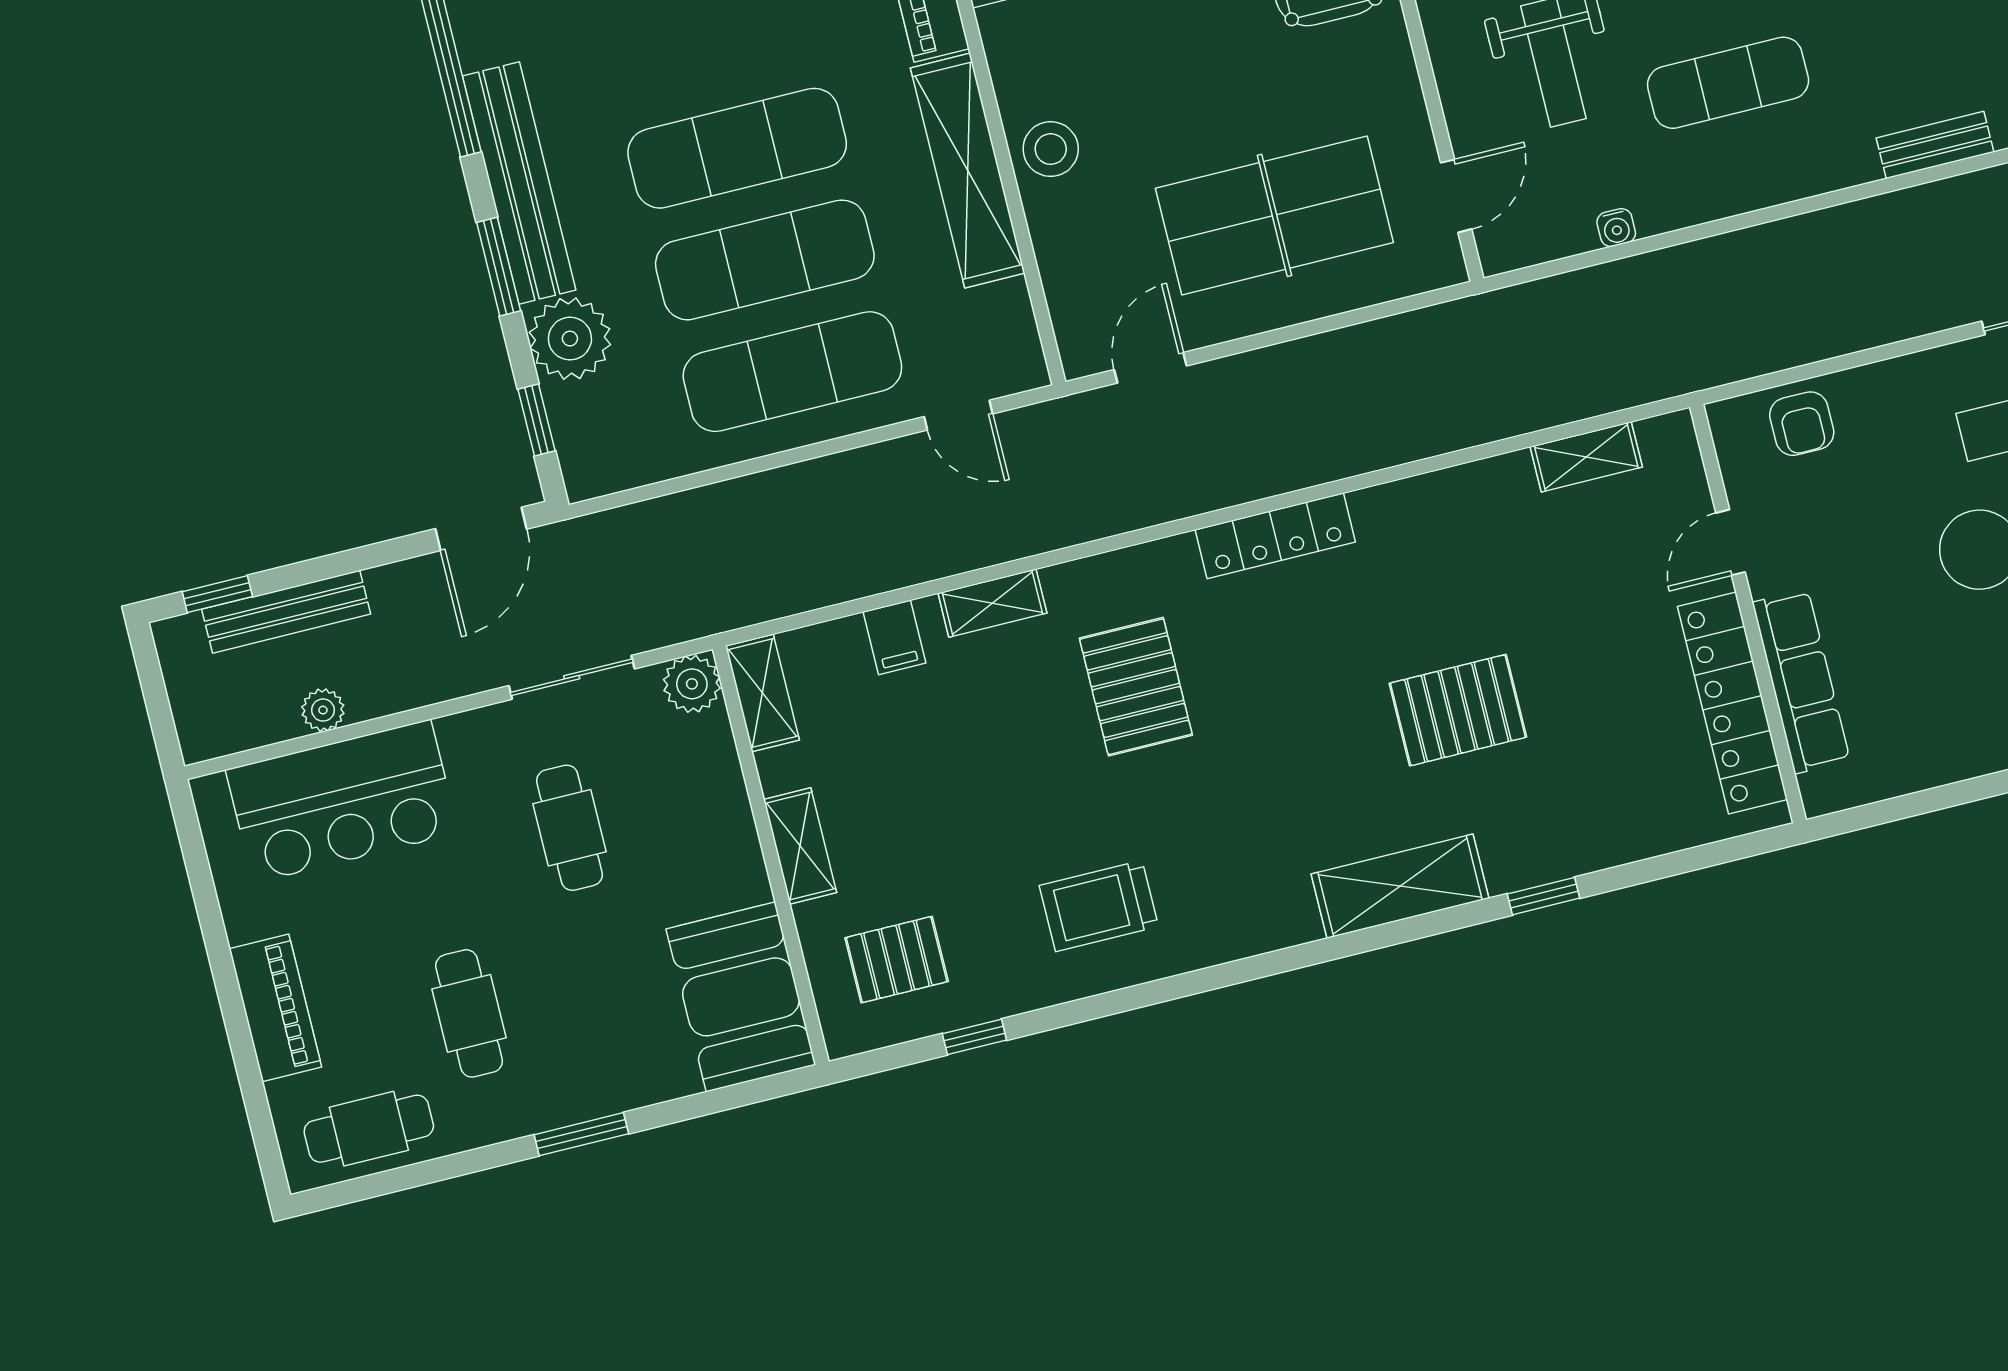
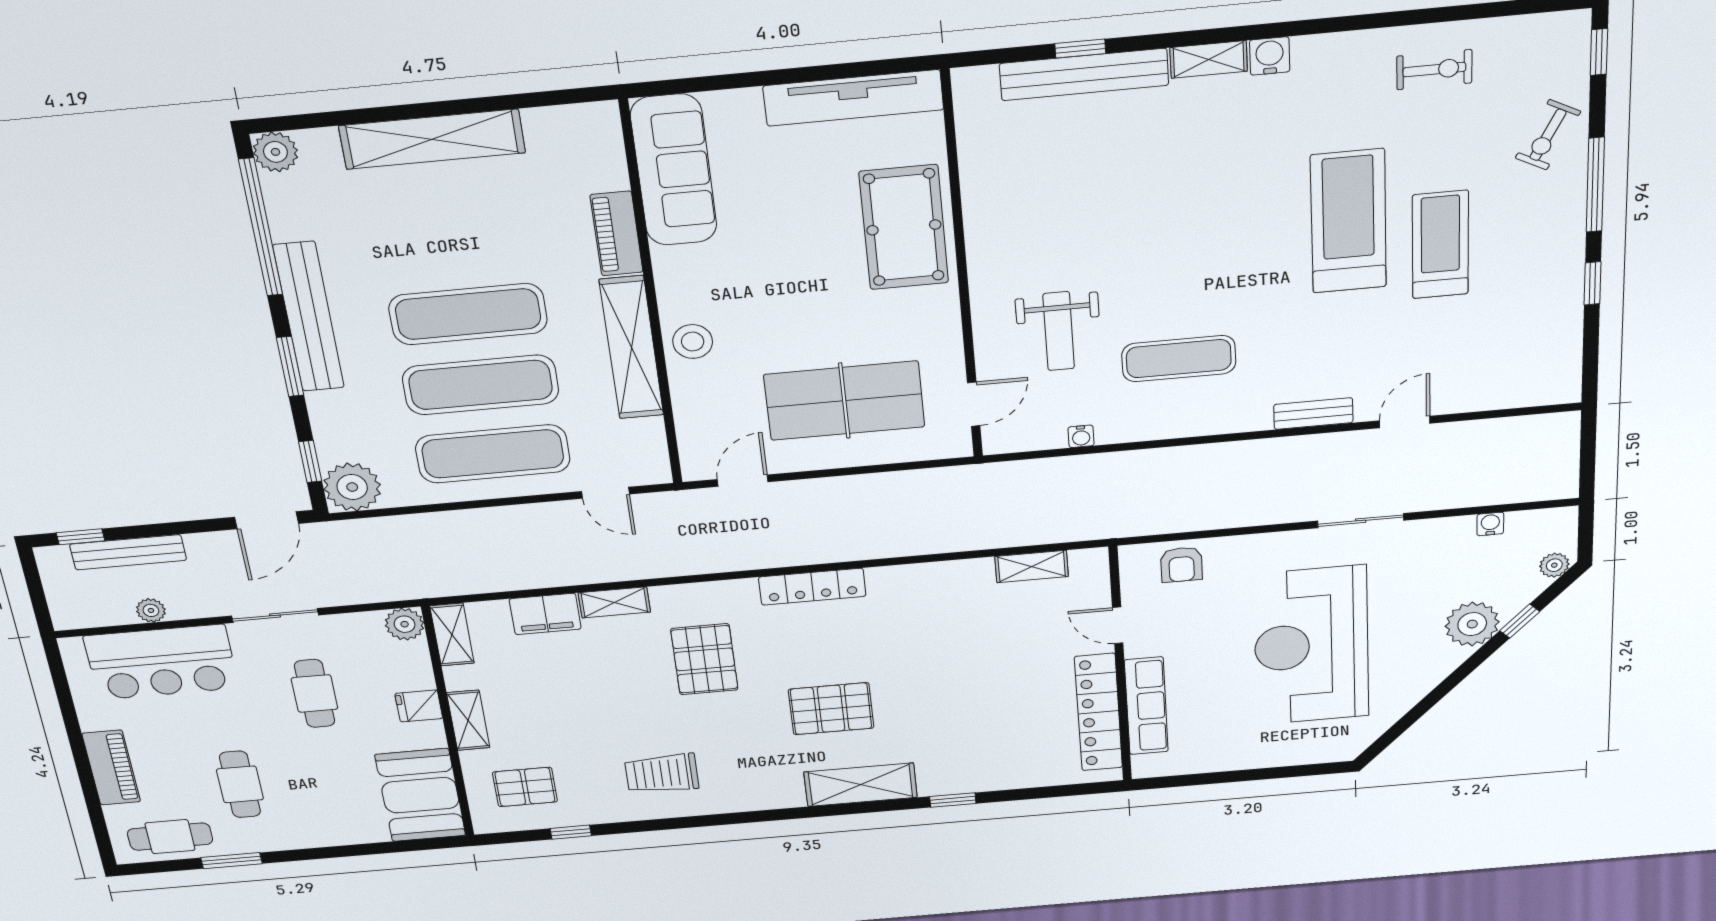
plant: (570, 339) -> (352, 487), moved
door: (1730, 542) -> (1118, 625), hinge flipped
filing cabinet: (894, 637) -> (545, 614), width x2.00
sliding door: (572, 677) -> (275, 615), moved
pallet: (1458, 710) -> (831, 709), moved
fridge: (725, 830) -> (419, 706), added
window: (581, 1134) -> (231, 861), moved

